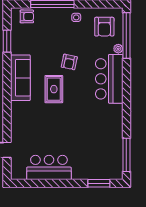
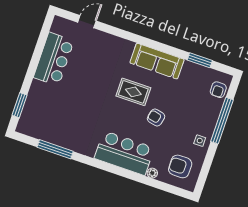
window: (126, 36) -> (163, 186), removed
window: (126, 155) -> (55, 149), moved

